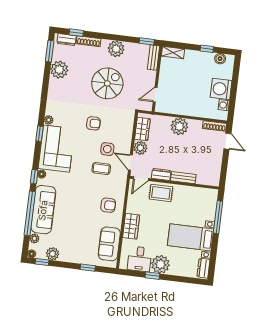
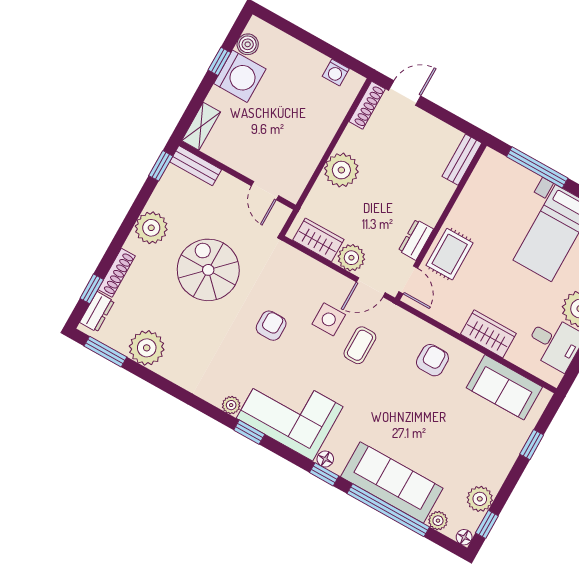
washing machine: (221, 89) -> (240, 76), moved, turned -90
bench: (183, 178) -> (462, 160), moved

